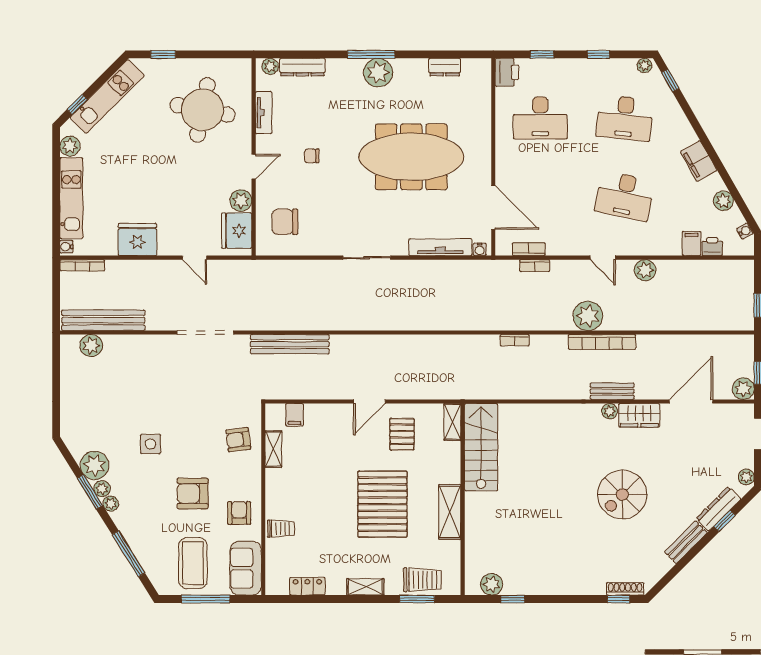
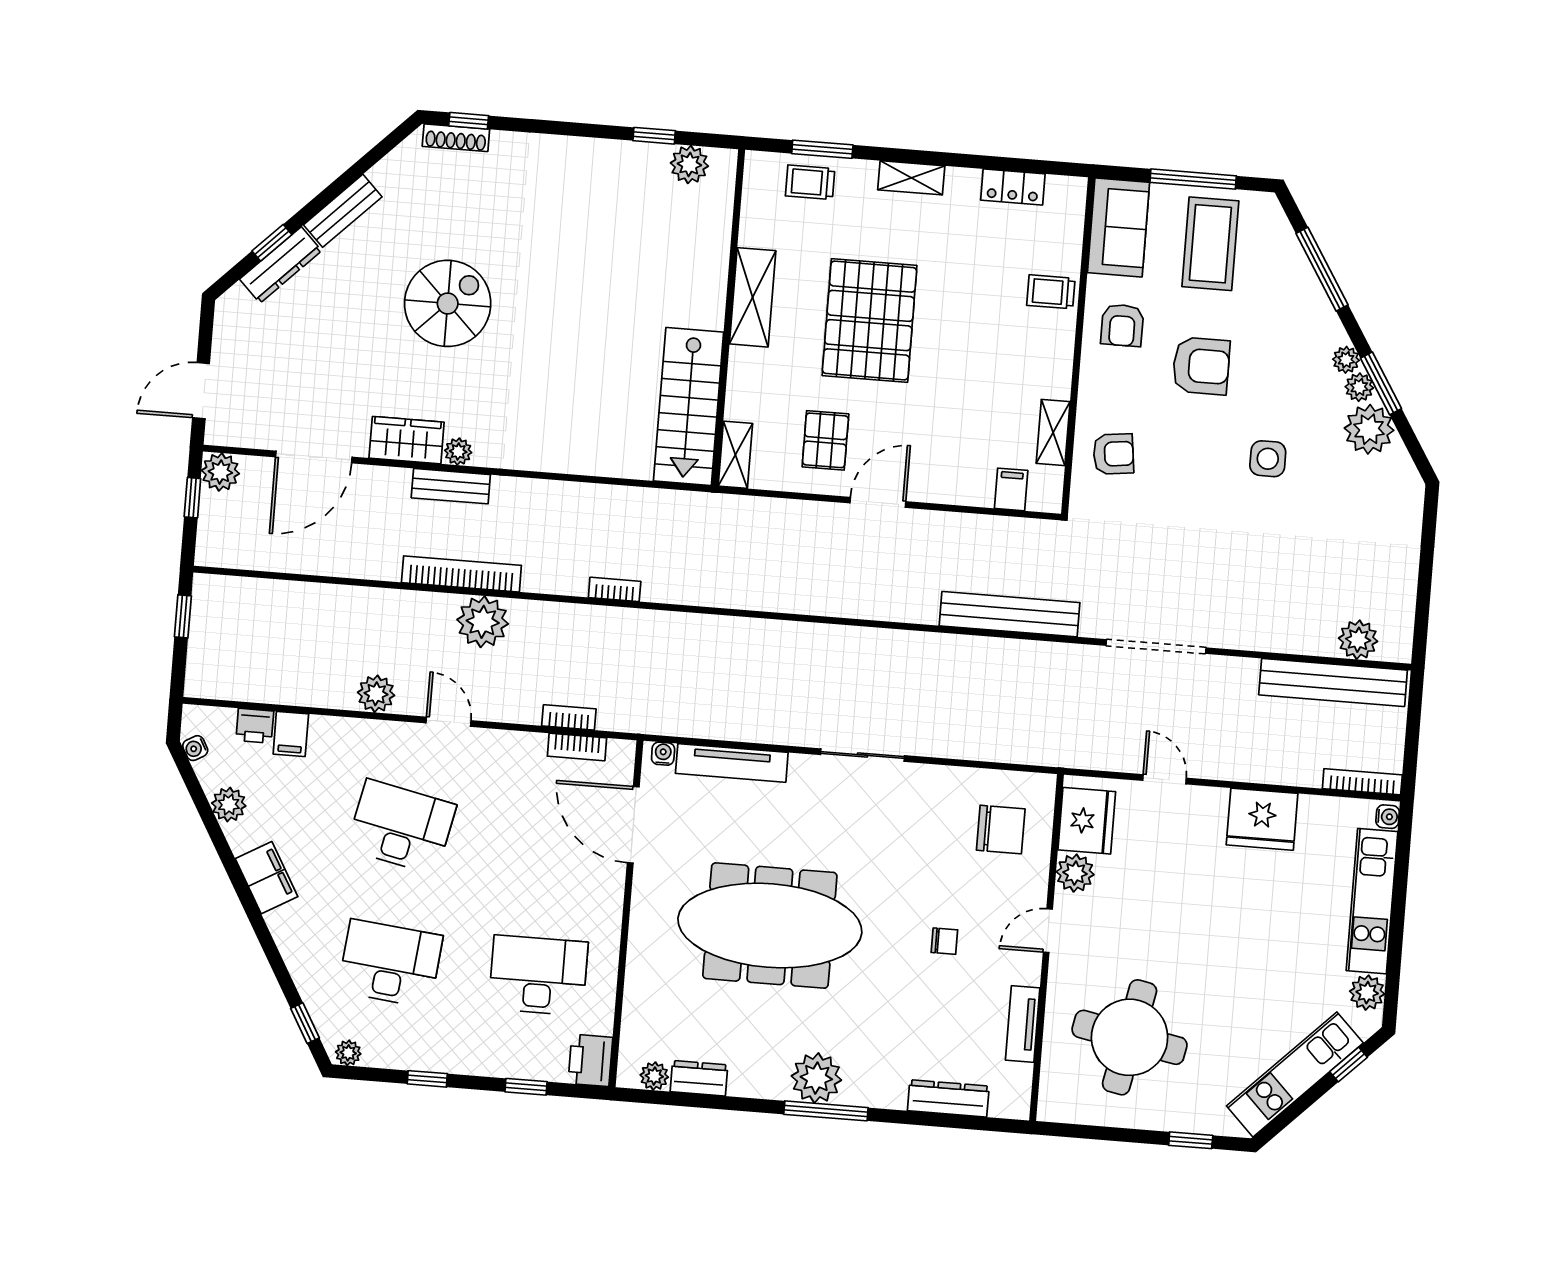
plant: (270, 66) -> (654, 1076), moved
plant: (746, 477) -> (228, 317), removed
trolley: (422, 580) -> (810, 182), width x0.73, depth x0.72

